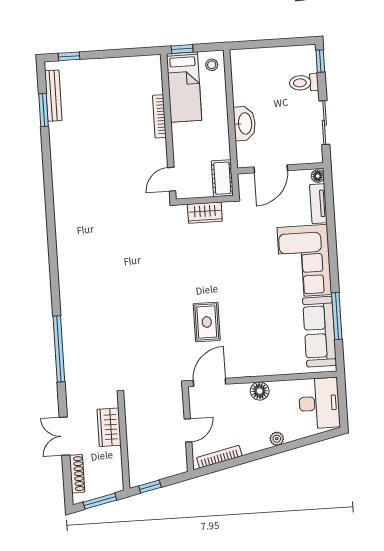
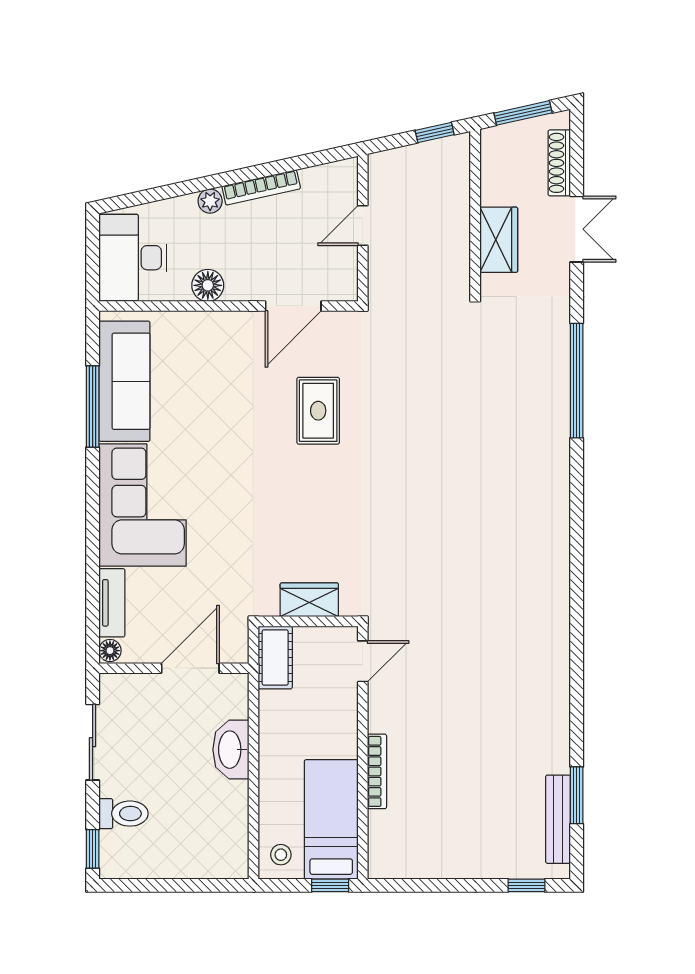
door: (210, 382) -> (293, 306), moved
floor lamp: (260, 391) -> (208, 285), moved
bookcase: (219, 457) -> (261, 187), moved

